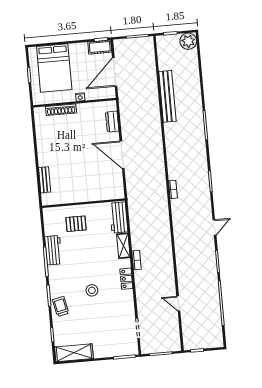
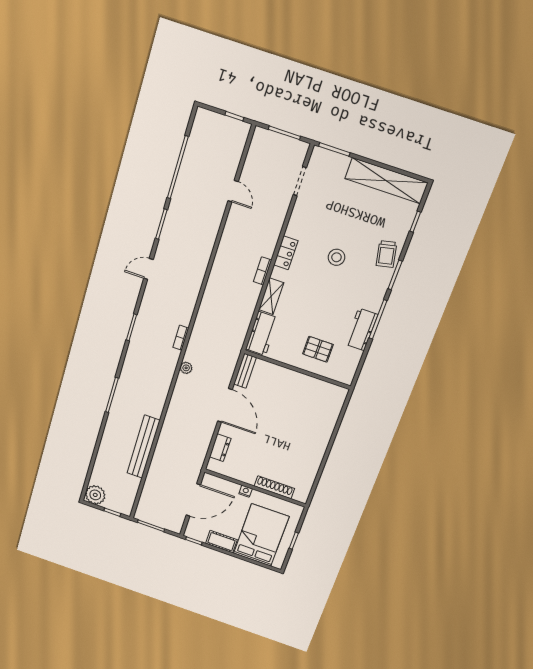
cot: (100, 47) -> (221, 542), moved
plant: (160, 169) -> (186, 368), added
bench: (45, 180) -> (245, 371), moved
shelving: (74, 353) -> (386, 181), width x1.47

